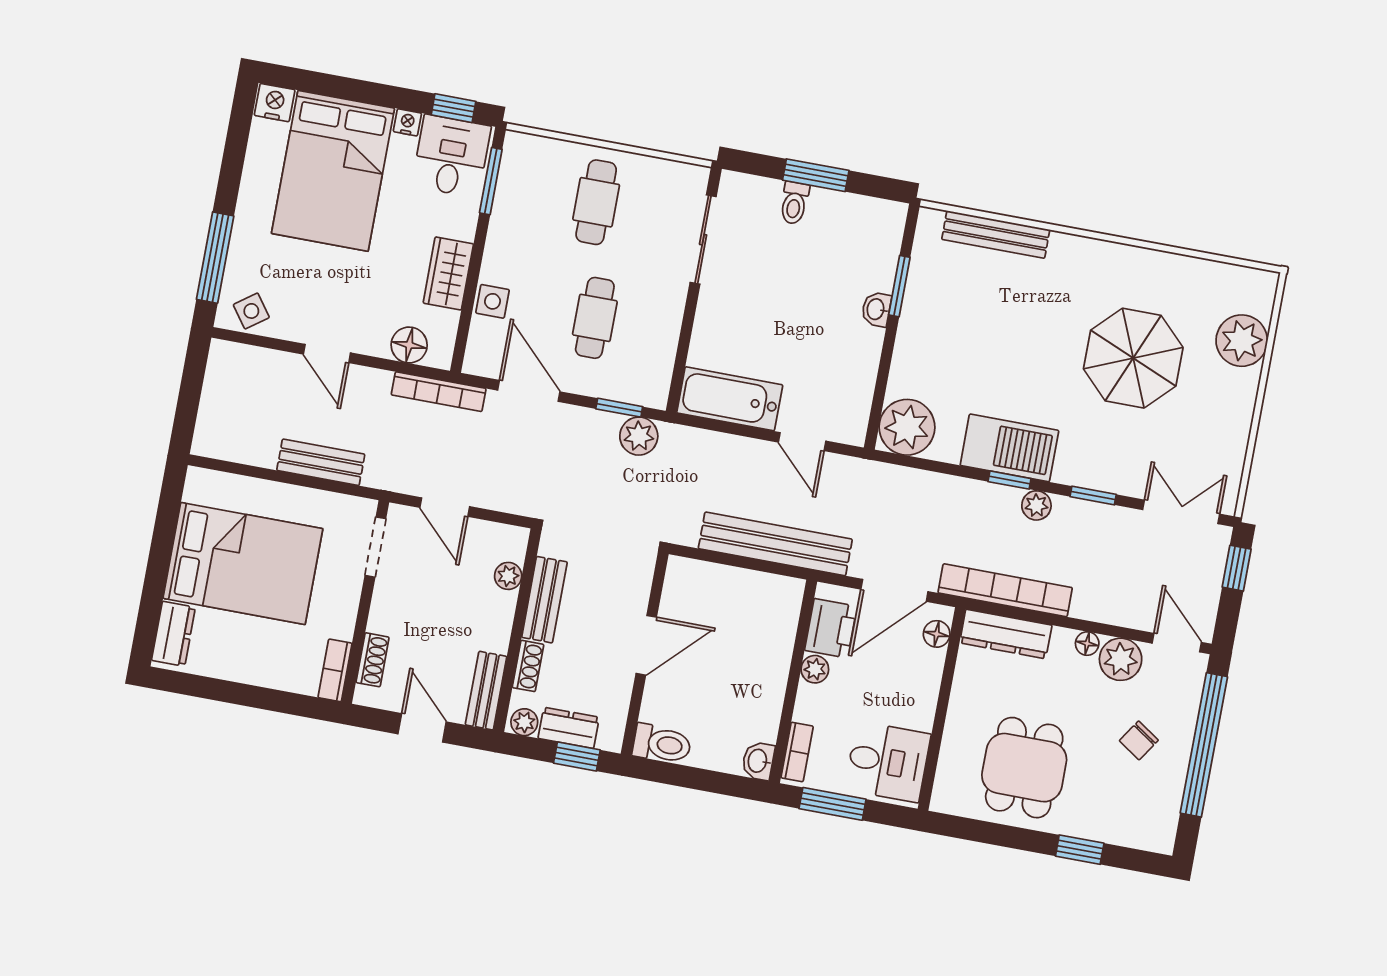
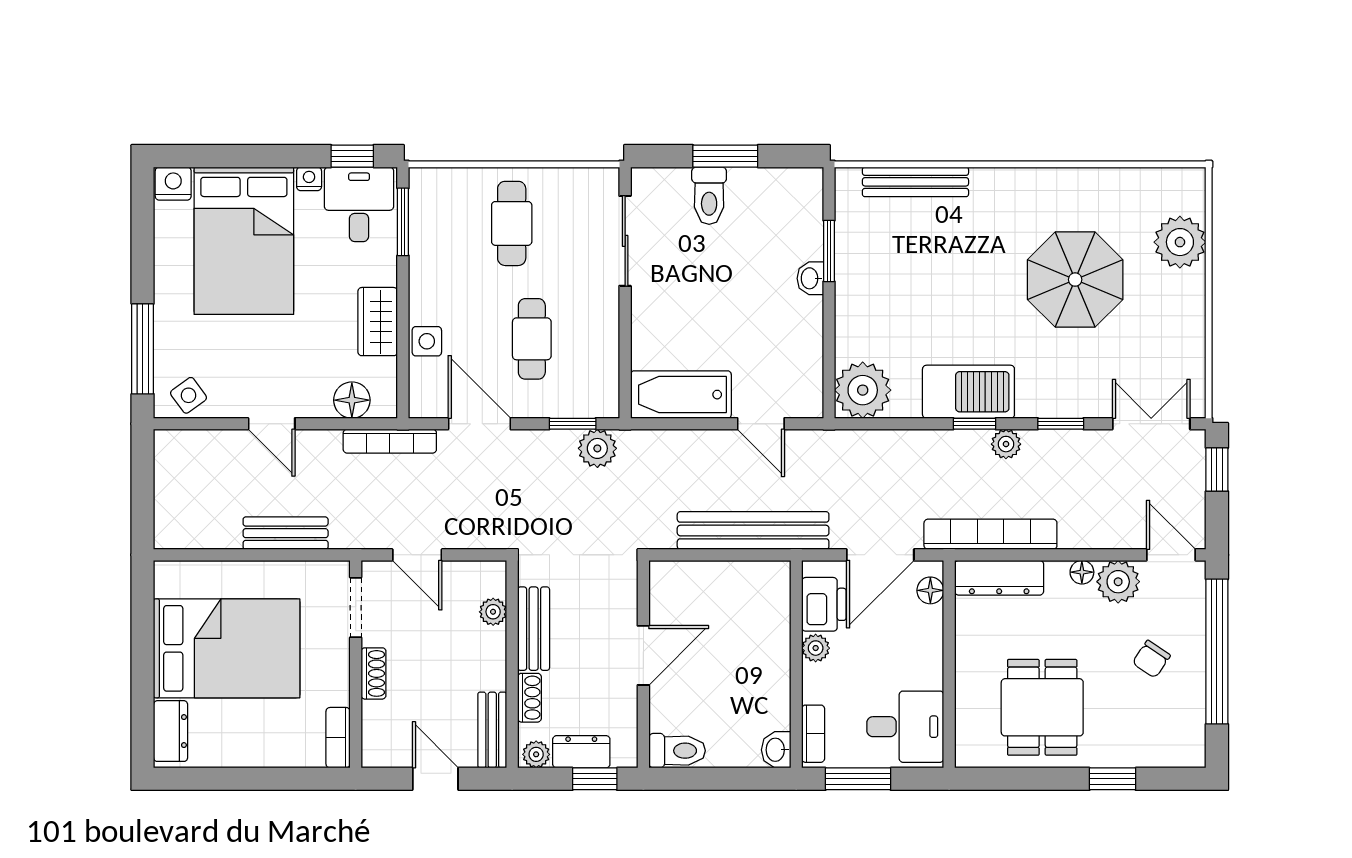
toilet: (794, 203) -> (709, 196), width x1.37, depth x1.39
shoe rack: (373, 660) -> (374, 673), moved

